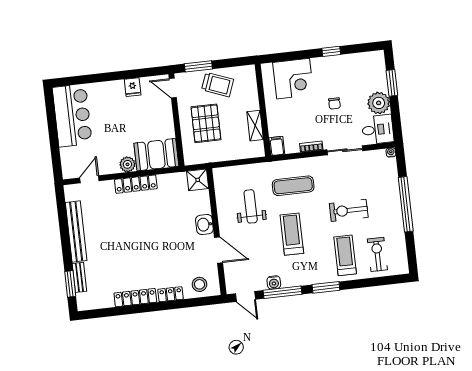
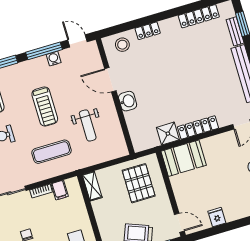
pallet: (206, 123) -> (139, 183), moved
shelving: (255, 126) -> (92, 186), moved
filing cabinet: (277, 146) -> (60, 190), moved
plant: (127, 164) -> (209, 144), removed
shower: (198, 180) -> (168, 134), moved
locker: (135, 298) -> (199, 16), moved

